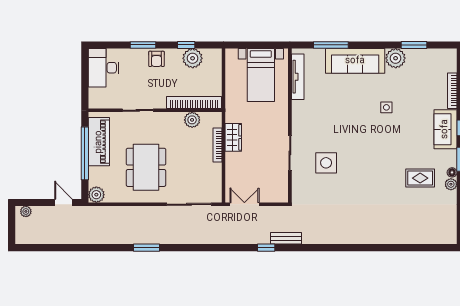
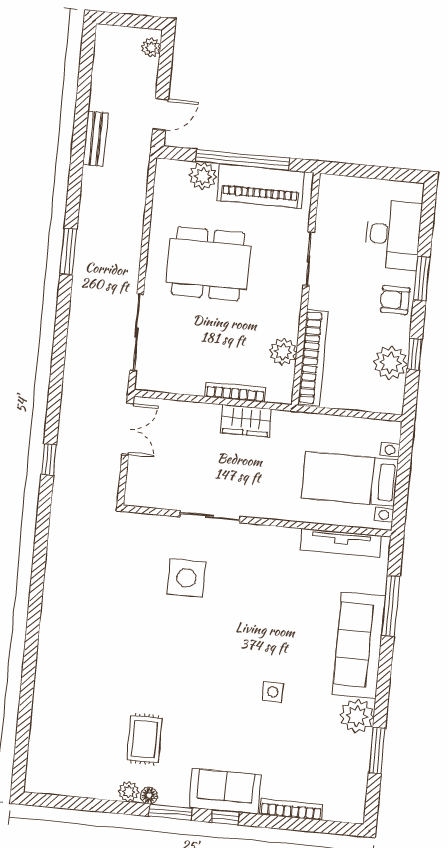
desk: (104, 68) -> (393, 235), moved, turned 90
plant: (96, 195) -> (203, 176), moved
bench: (286, 238) -> (95, 139), moved

